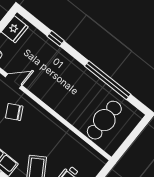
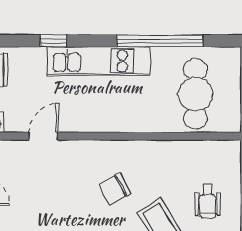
kitchen unit: (70, 66) -> (99, 61), added
chair: (14, 112) -> (115, 189), moved

